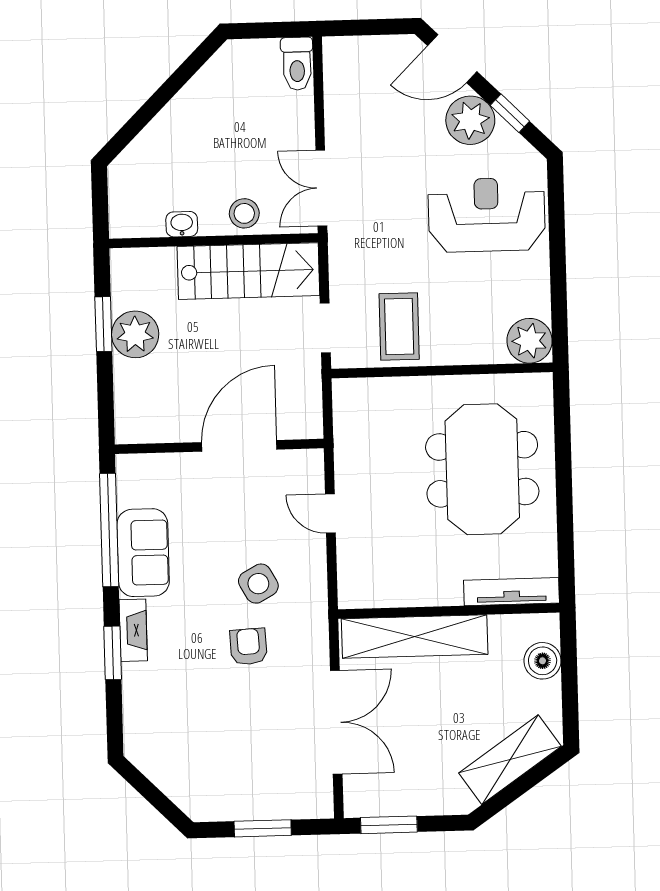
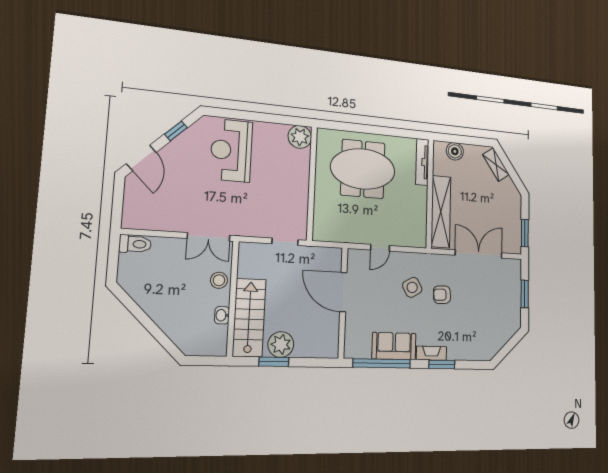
plant: (470, 120) -> (178, 152), removed
stairs: (248, 271) -> (249, 318), moved
coffee table: (399, 327) -> (287, 203), removed
shelving: (510, 760) -> (496, 165), width x0.67, depth x0.75

